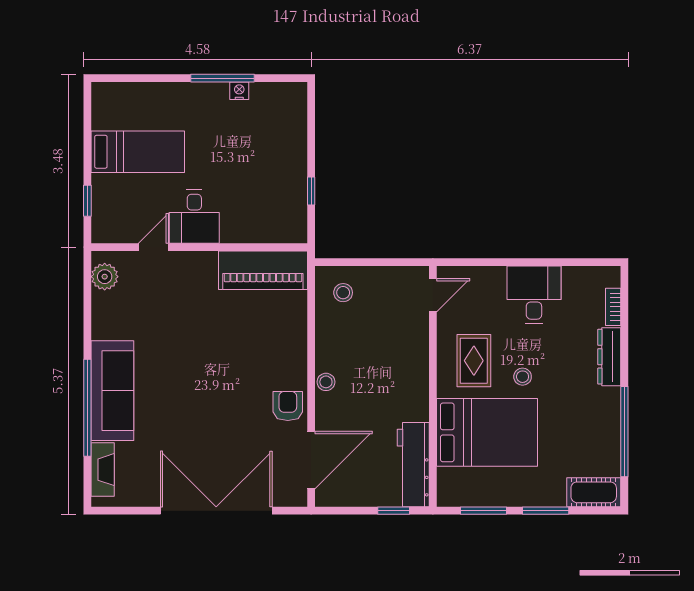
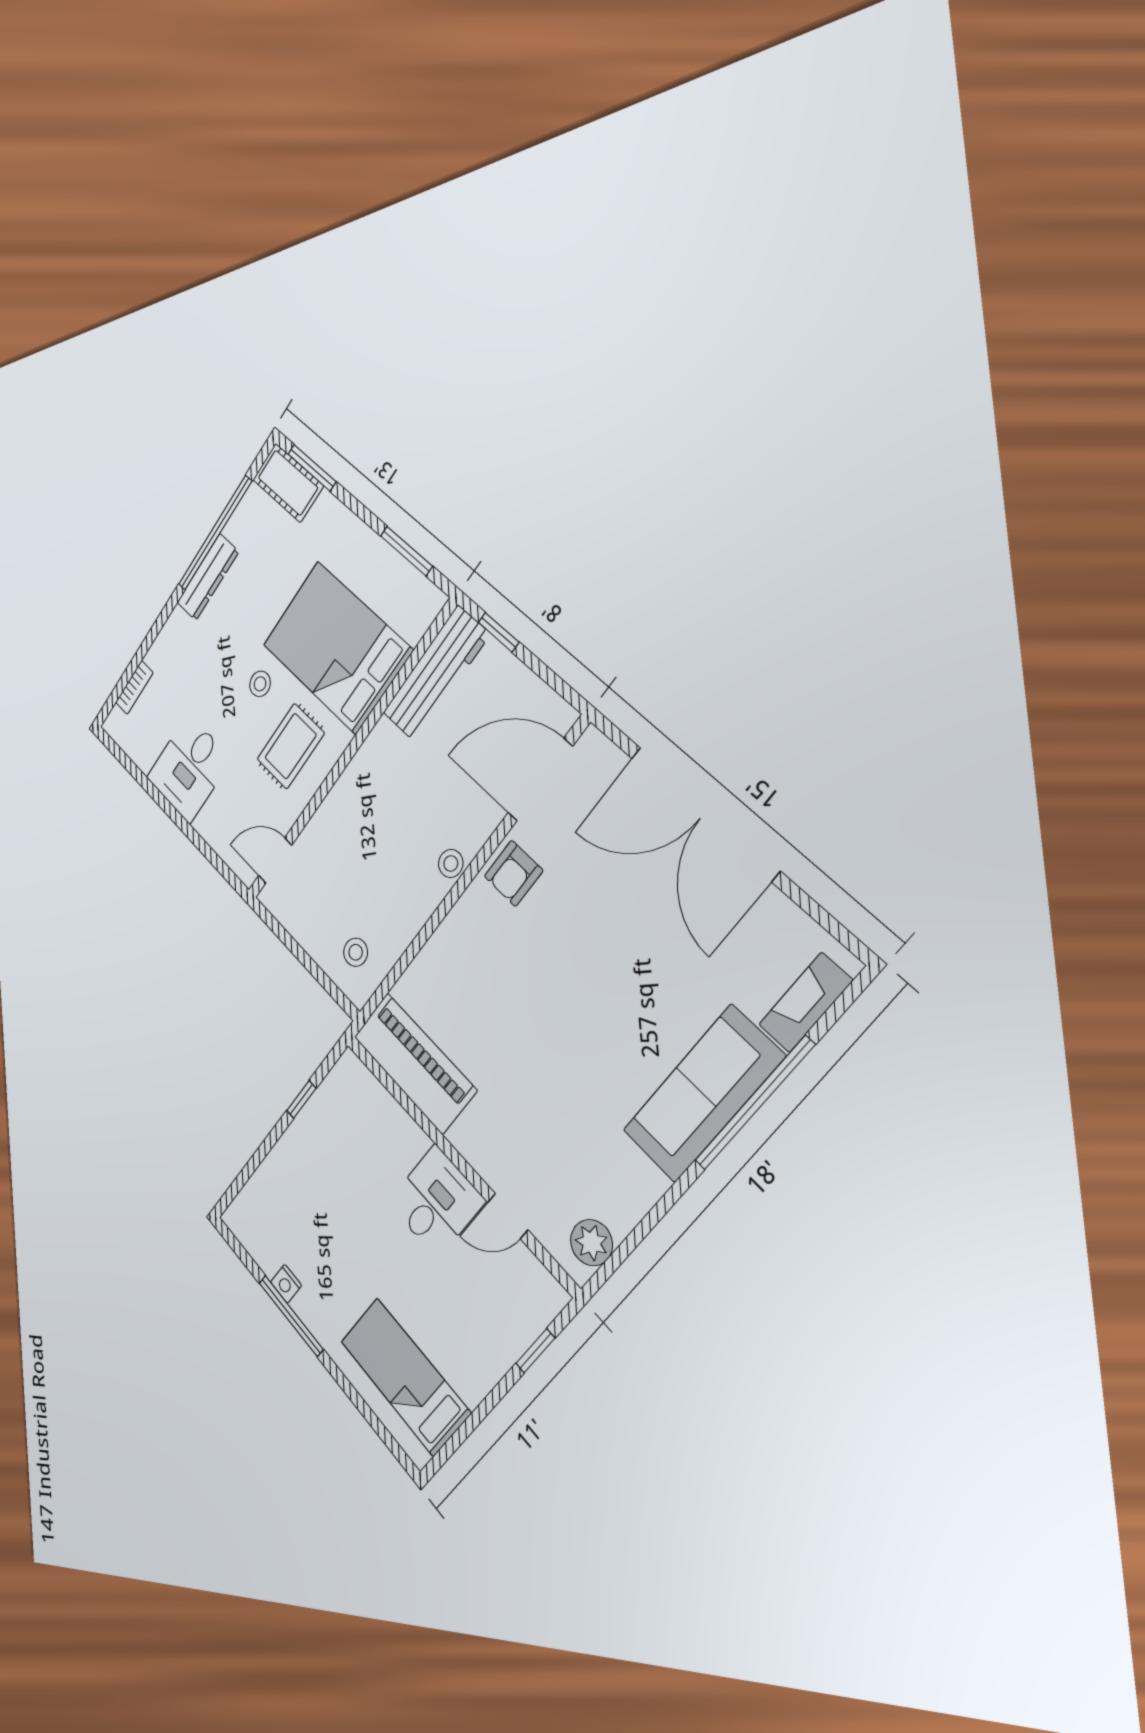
bed: (138, 152) -> (405, 1377), moved
dresser: (609, 357) -> (208, 577), moved
window: (546, 511) -> (312, 468), moved

